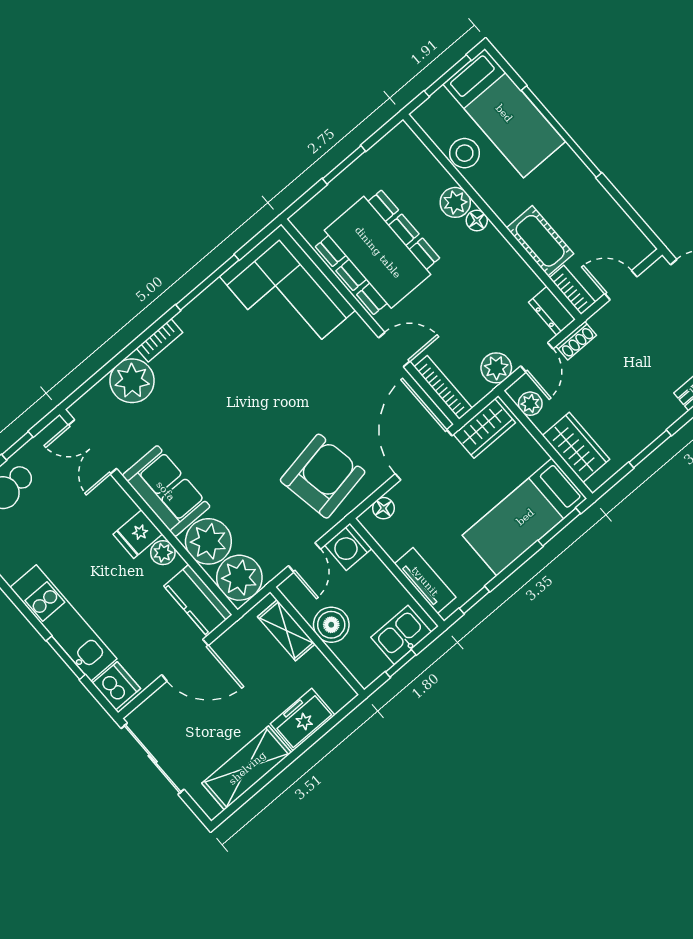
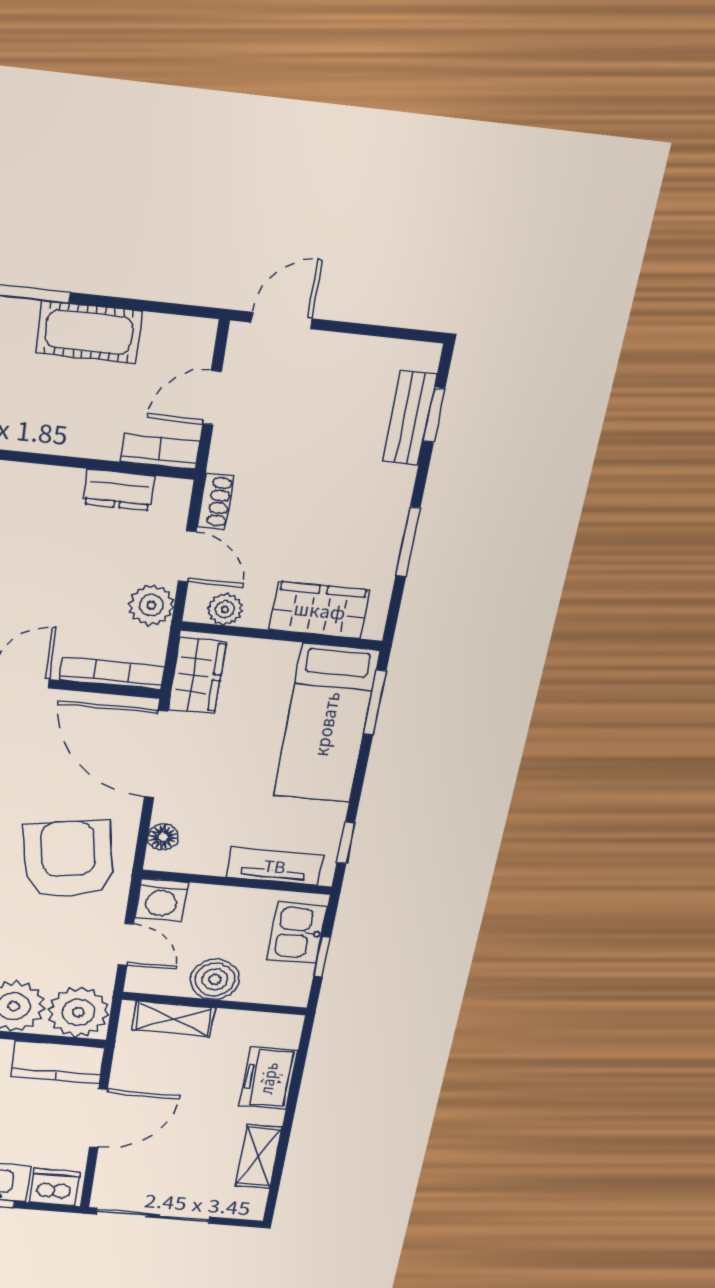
cot: (540, 241) -> (89, 332), moved
dresser: (552, 311) -> (119, 490), moved
shelving: (247, 768) -> (259, 1157), width x0.67, depth x0.75

